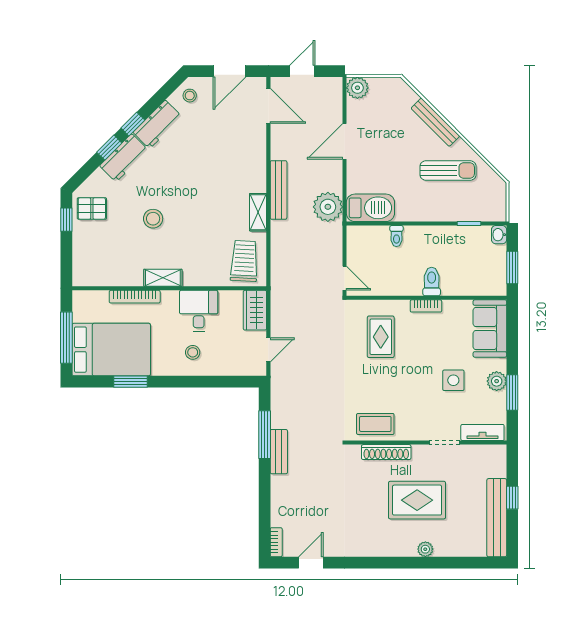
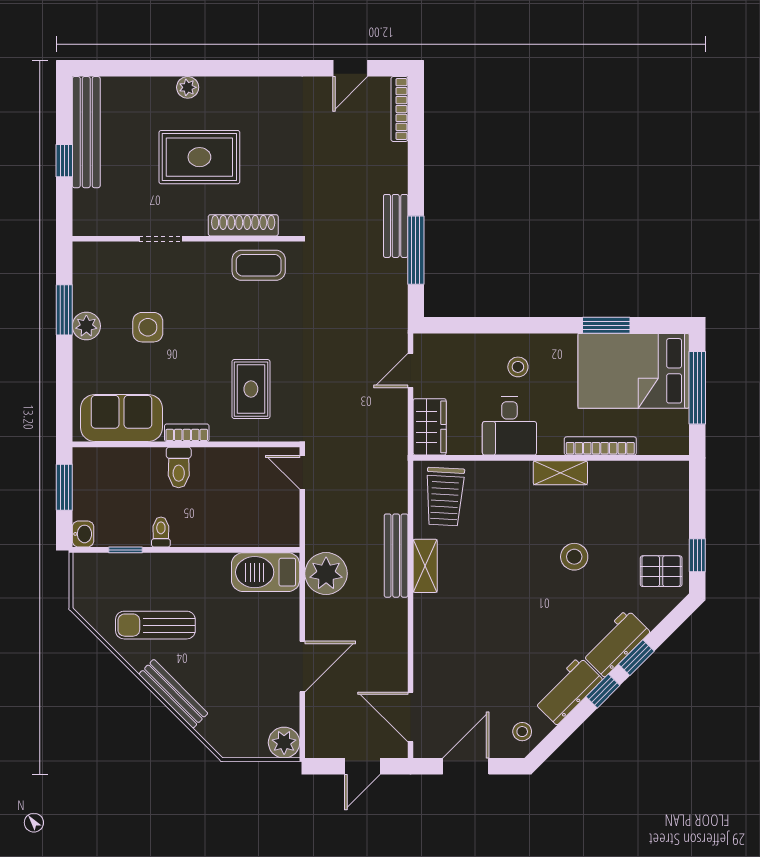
bench: (279, 190) -> (396, 556), moved
toilet: (396, 236) -> (161, 532), moved
sofa: (490, 329) -> (122, 418), moved, turned -90
tv unit: (482, 432) -> (106, 253), removed
bookcase: (276, 542) -> (399, 109), width x1.56

